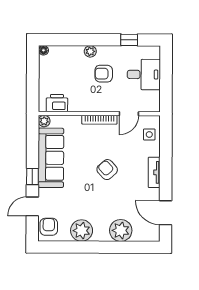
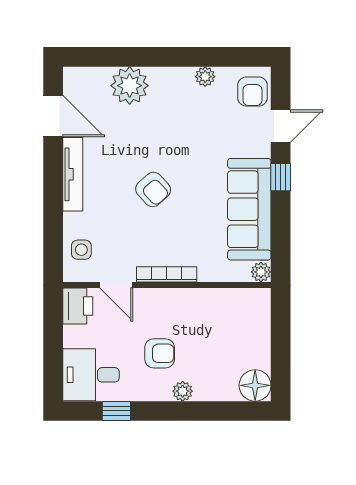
floor lamp: (43, 50) -> (255, 385), width x1.89, depth x1.89
desk: (144, 74) -> (91, 375), moved
printer: (57, 103) -> (78, 306), moved, turned -90
door: (129, 114) -> (116, 285), swing flipped
tv unit: (154, 172) -> (73, 174), width x1.41
plant: (82, 231) -> (205, 77), width x0.53, depth x0.53

